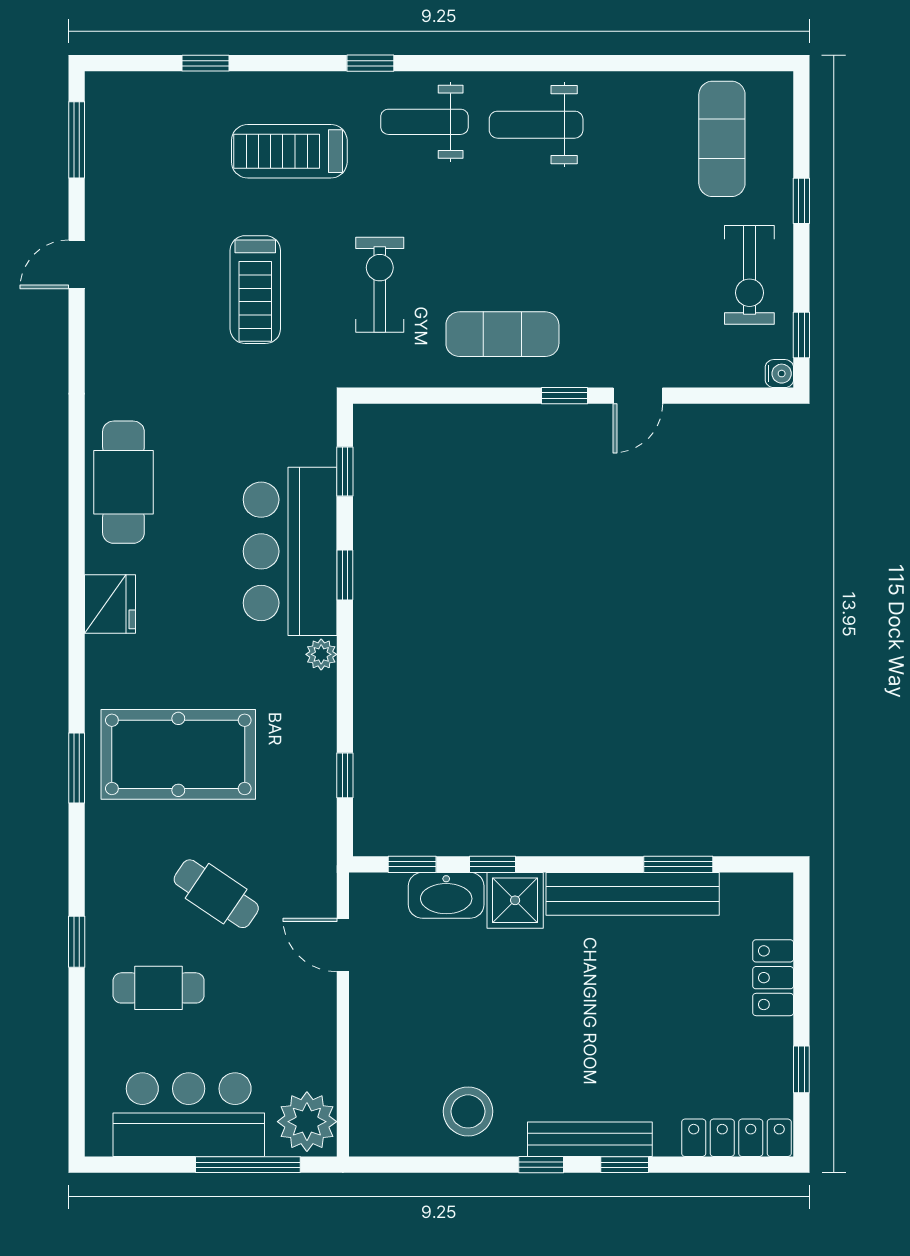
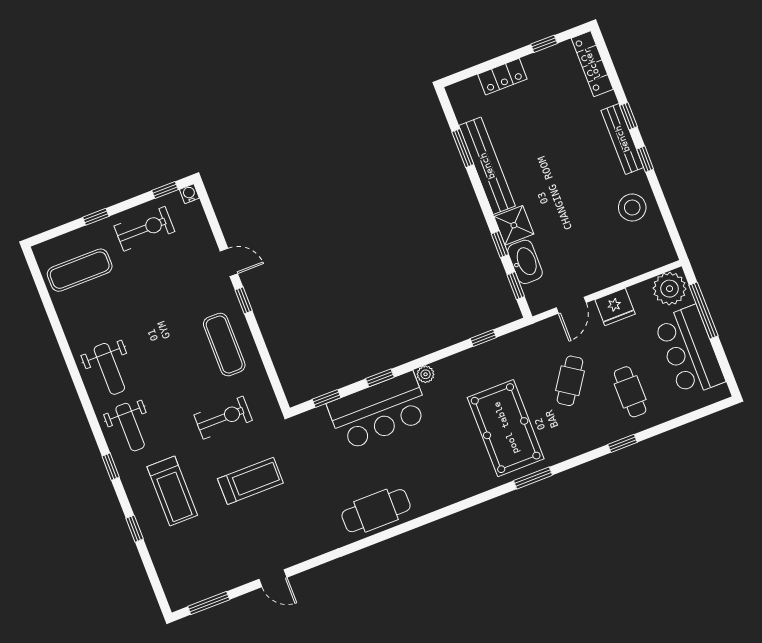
window: (205, 63) -> (135, 529), moved
exercise bike: (380, 285) -> (223, 418), turned 180
fridge: (110, 604) -> (615, 307), moved, turned 180

